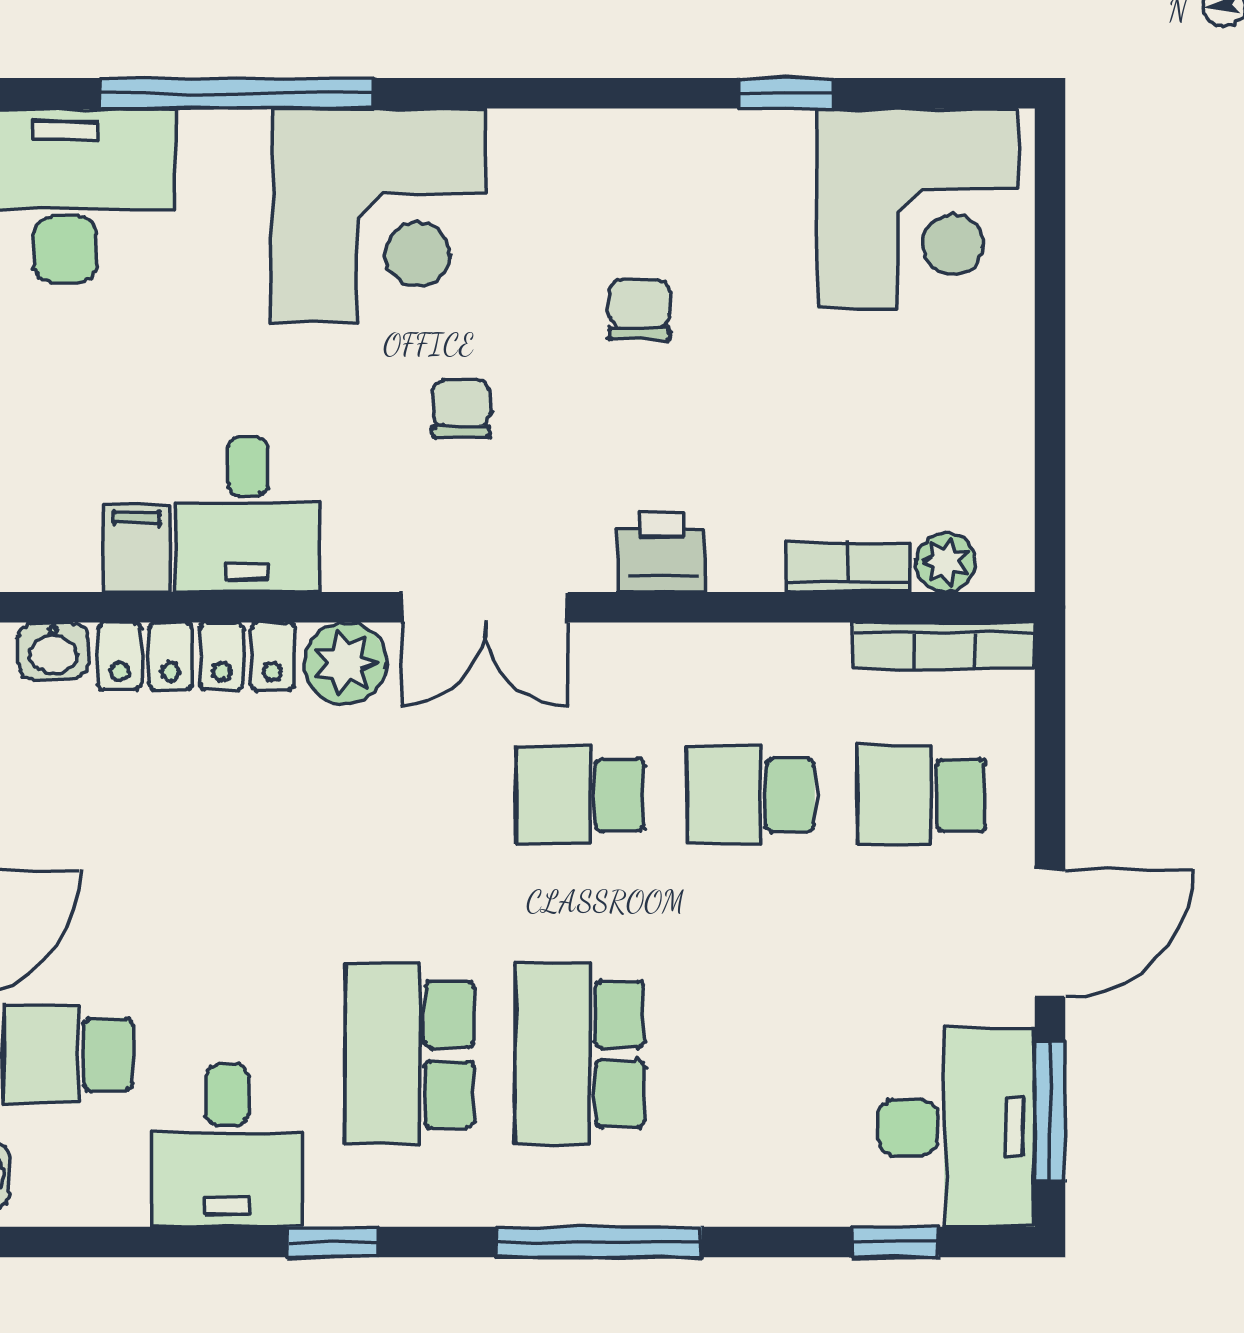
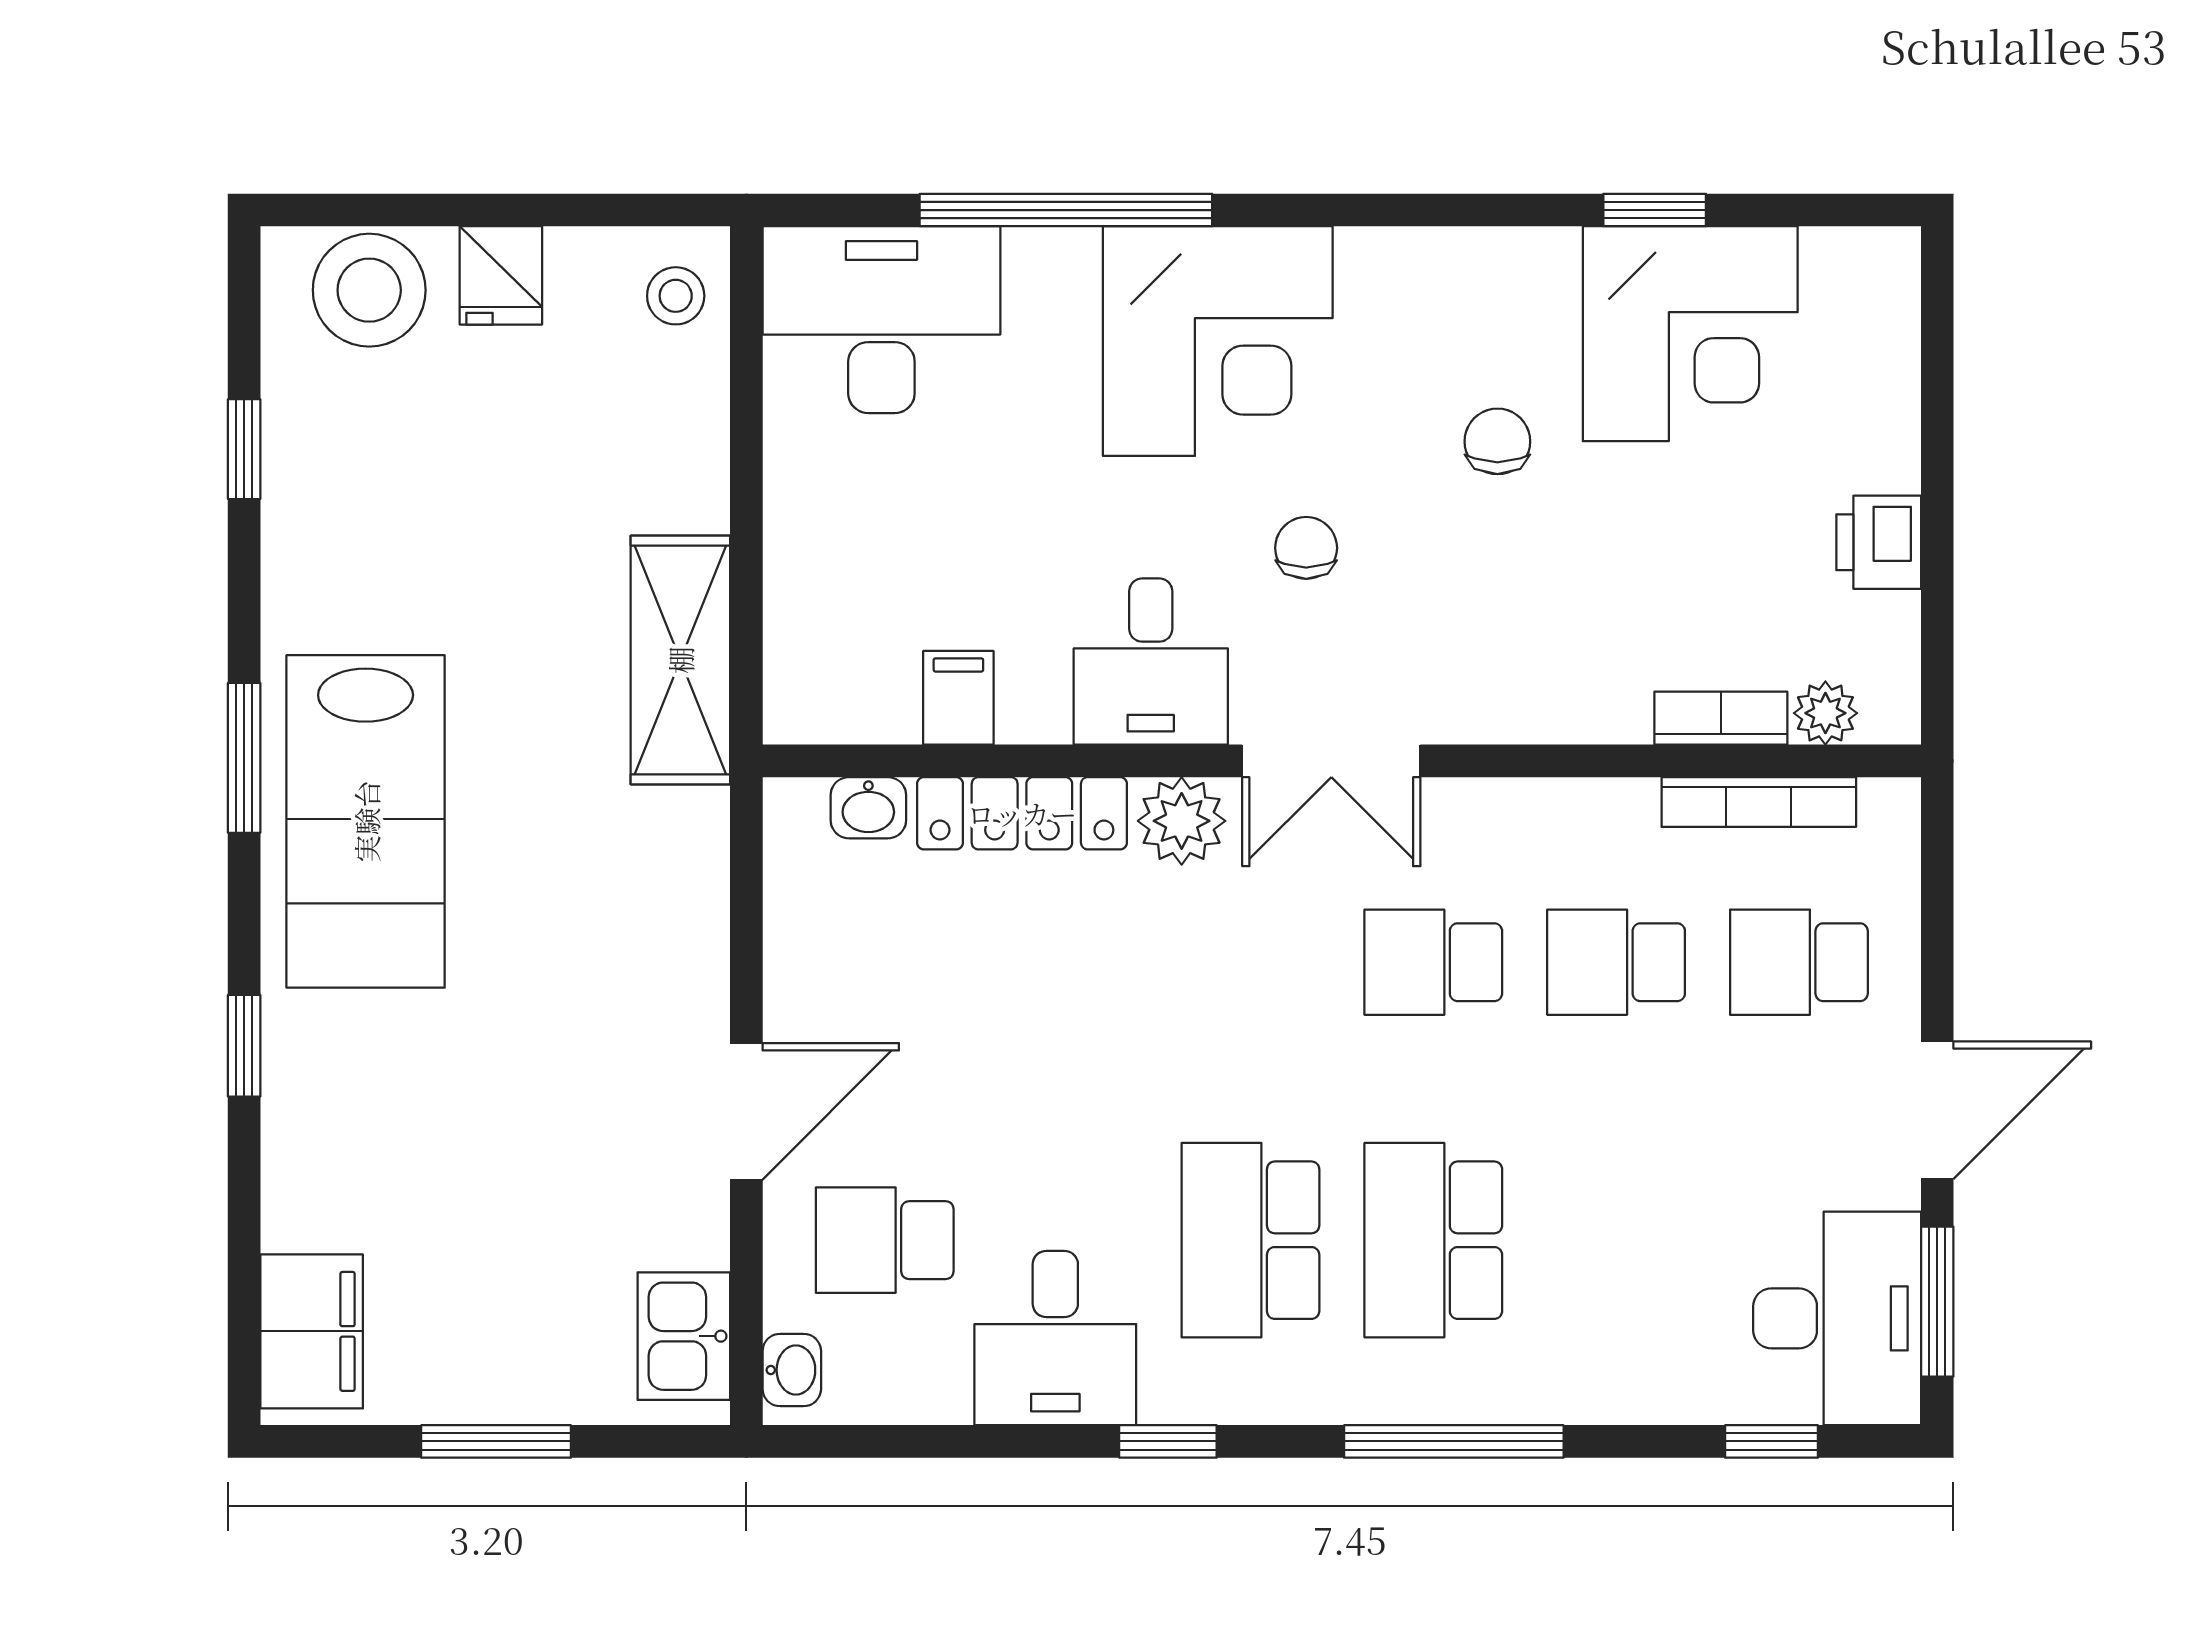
corner desk: (917, 209) -> (1690, 334), moved
desk: (248, 514) -> (1151, 662), moved
printer: (662, 553) -> (1879, 542), moved, turned -90
bookcase: (944, 645) -> (1759, 802), moved

